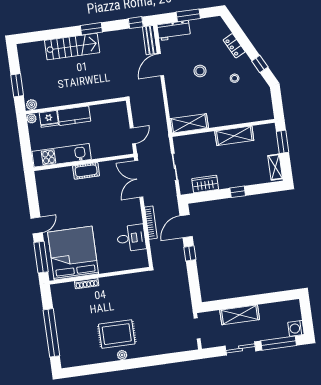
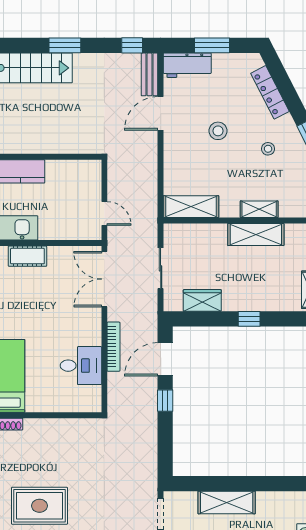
locker: (234, 46) -> (270, 92), width x1.53
shelving: (234, 119) -> (259, 209), added
door: (133, 136) -> (104, 213), hinge flipped

